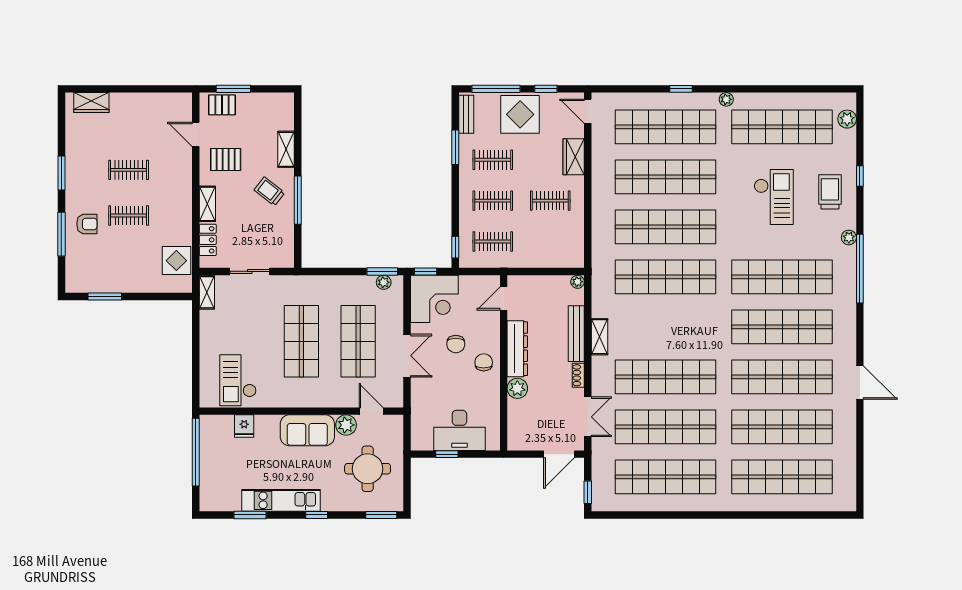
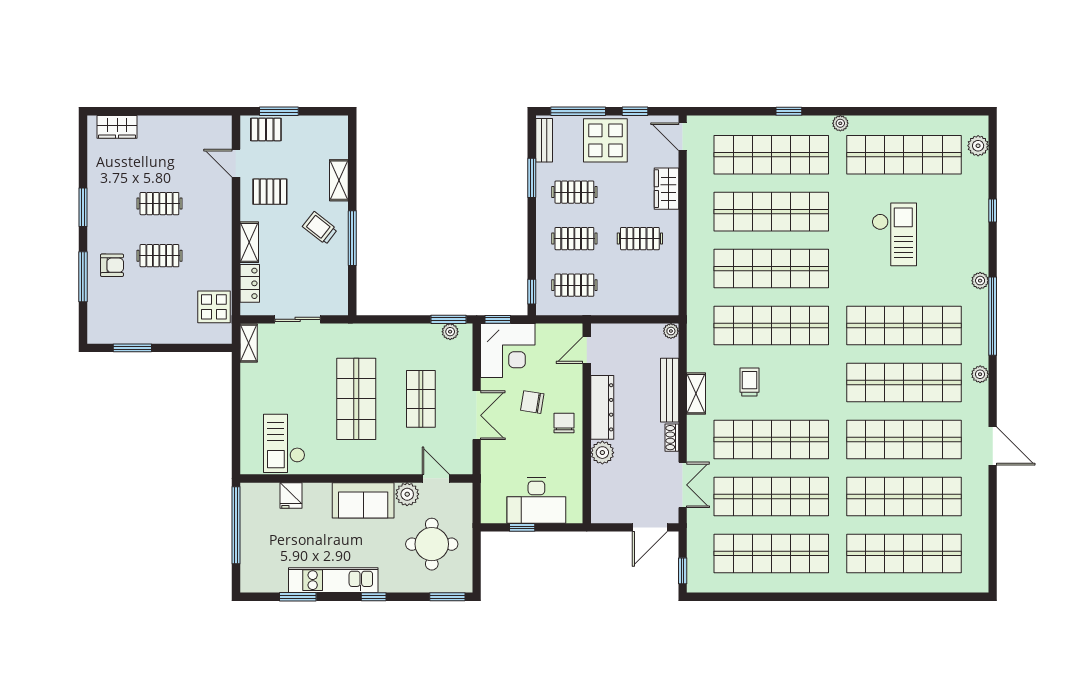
trolley: (830, 192) -> (749, 382), moved, width x0.73, depth x0.72
plant: (849, 320) -> (980, 374), added
shop shelf: (358, 341) -> (421, 399), width x0.70, depth x0.74
chair: (456, 344) -> (532, 402), turned 99

